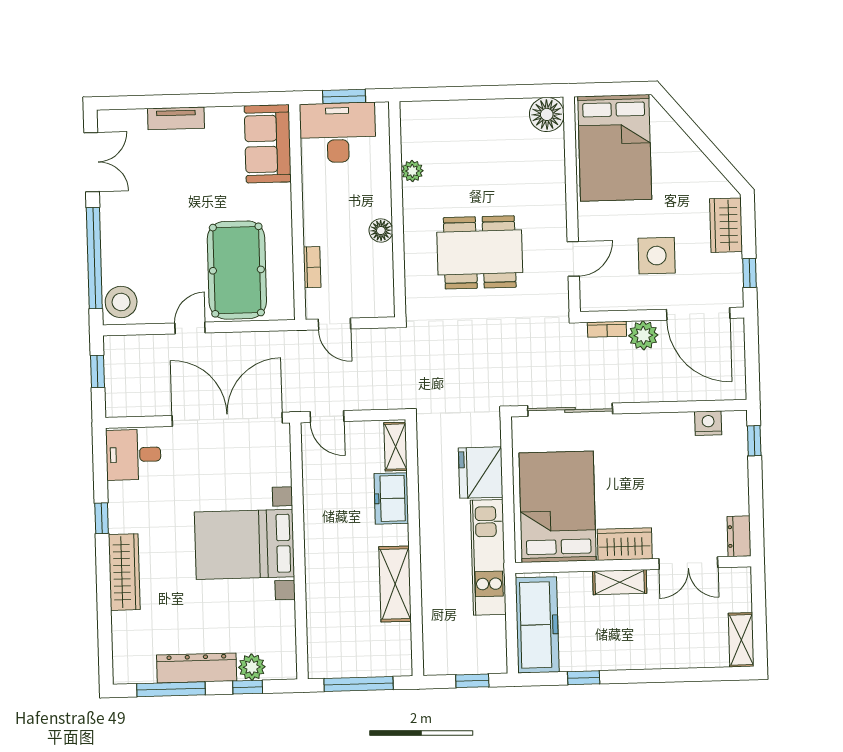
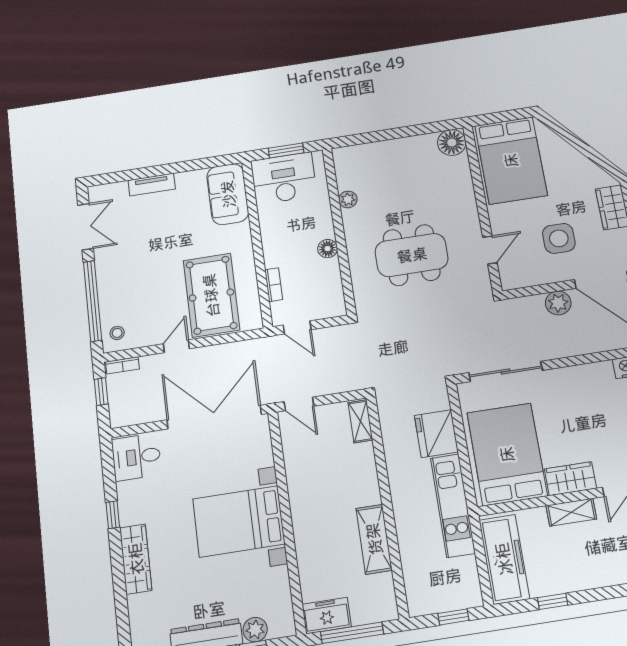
stool: (121, 302) -> (117, 333), width x0.53, depth x0.53
bookcase: (607, 329) -> (122, 365), moved
freezer: (391, 498) -> (327, 616), moved, turned 90

